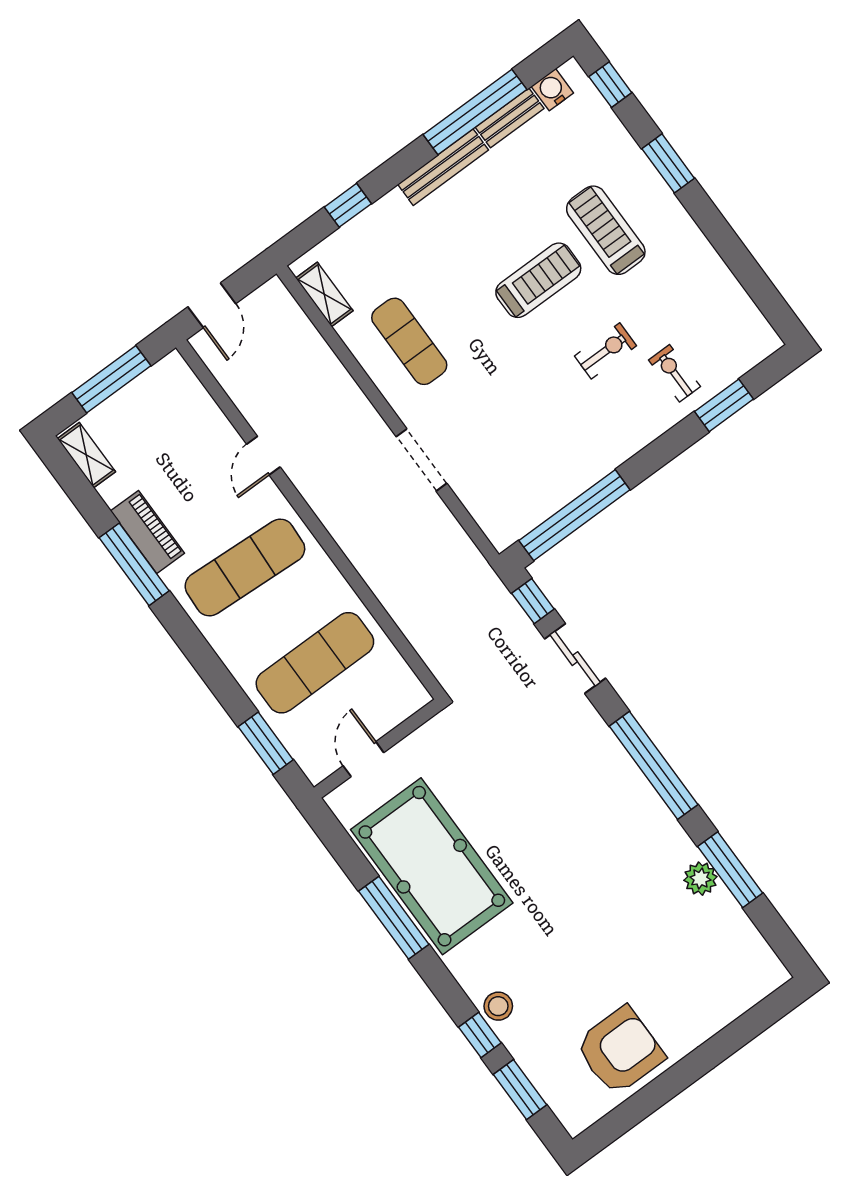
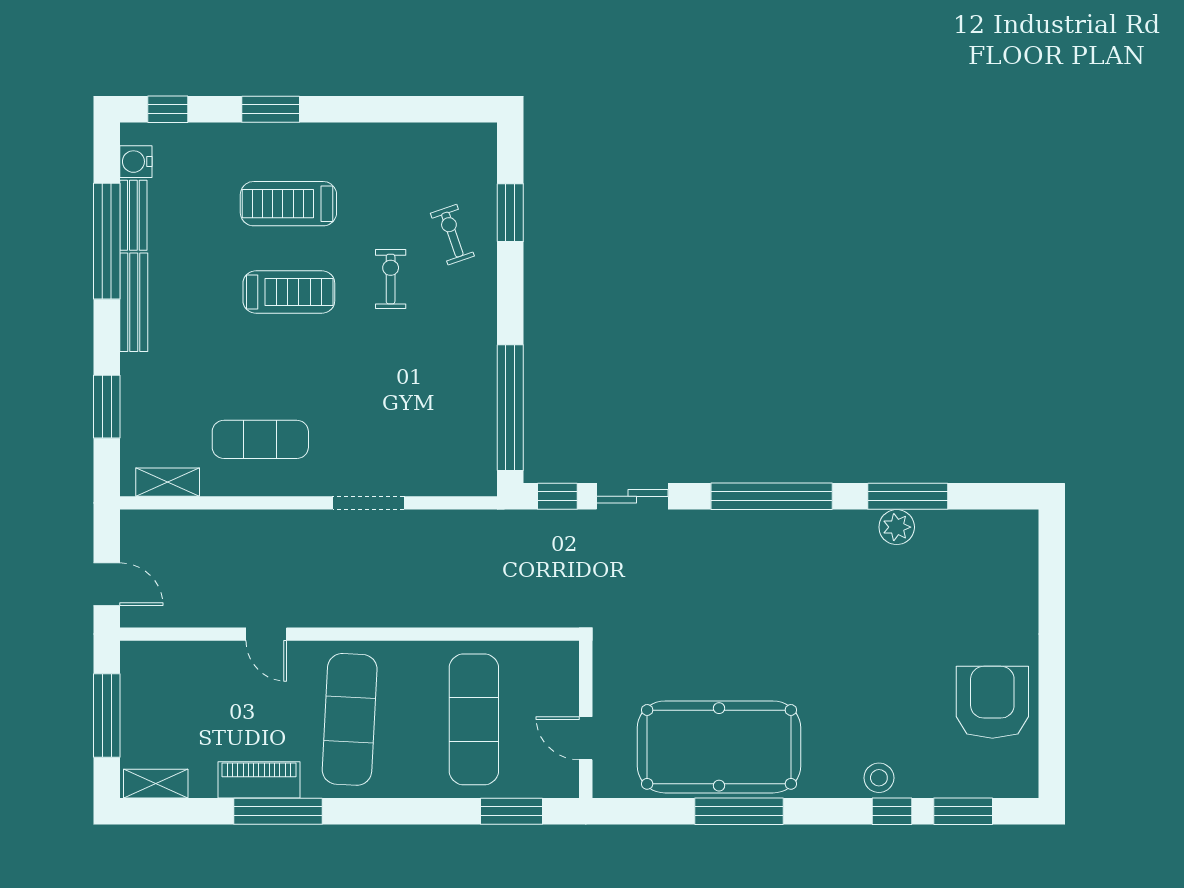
window: (348, 205) -> (107, 407), width x1.50
treadmill: (538, 280) -> (289, 292), turned 90
exercise bike: (674, 373) -> (452, 235), turned 71

